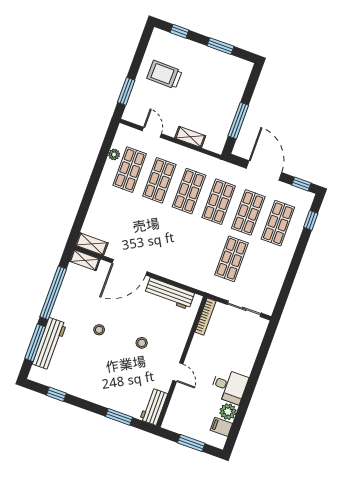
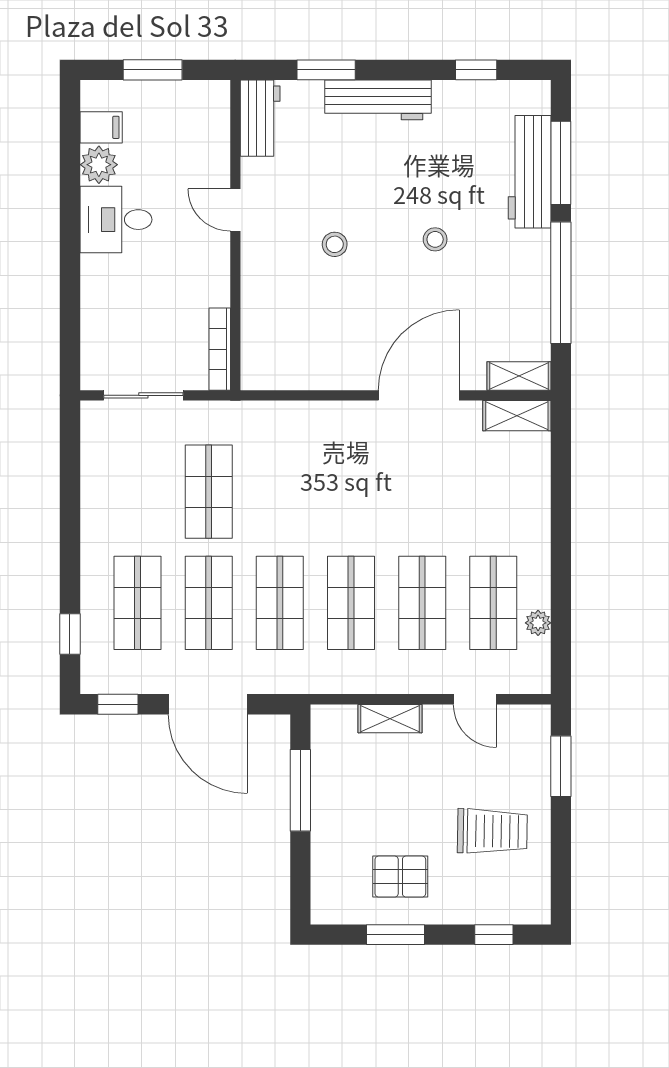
pallet: (210, 70) -> (400, 877), added
workbench: (170, 294) -> (378, 100), moved, turned 180

